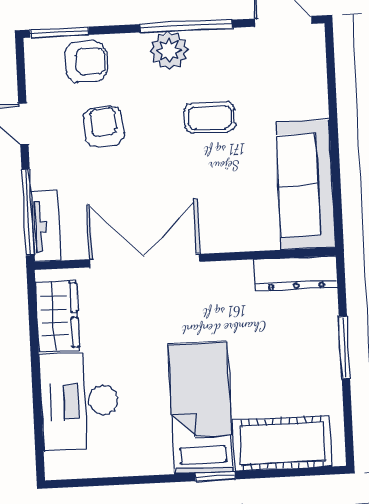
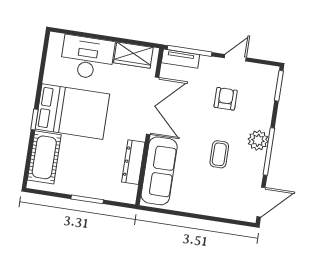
armchair: (86, 61) -> (261, 96), removed
armchair: (104, 127) -> (226, 99), turned -86
sofa: (305, 185) -> (159, 171), moved, turned 90
dresser: (296, 273) -> (133, 162), moved
bed: (201, 408) -> (72, 112), width x1.50

